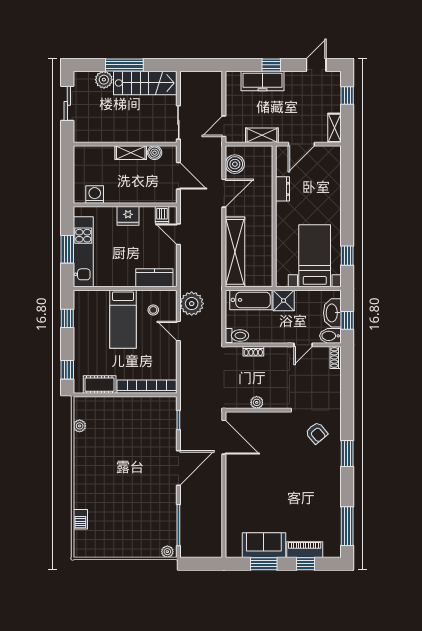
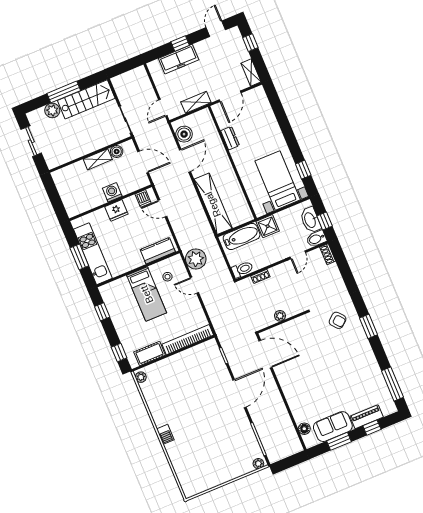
washing machine: (95, 195) -> (112, 192), moved
plant: (80, 426) -> (141, 377), moved
barbecue: (80, 519) -> (165, 434), moved
floor lamp: (232, 535) -> (304, 429), added

